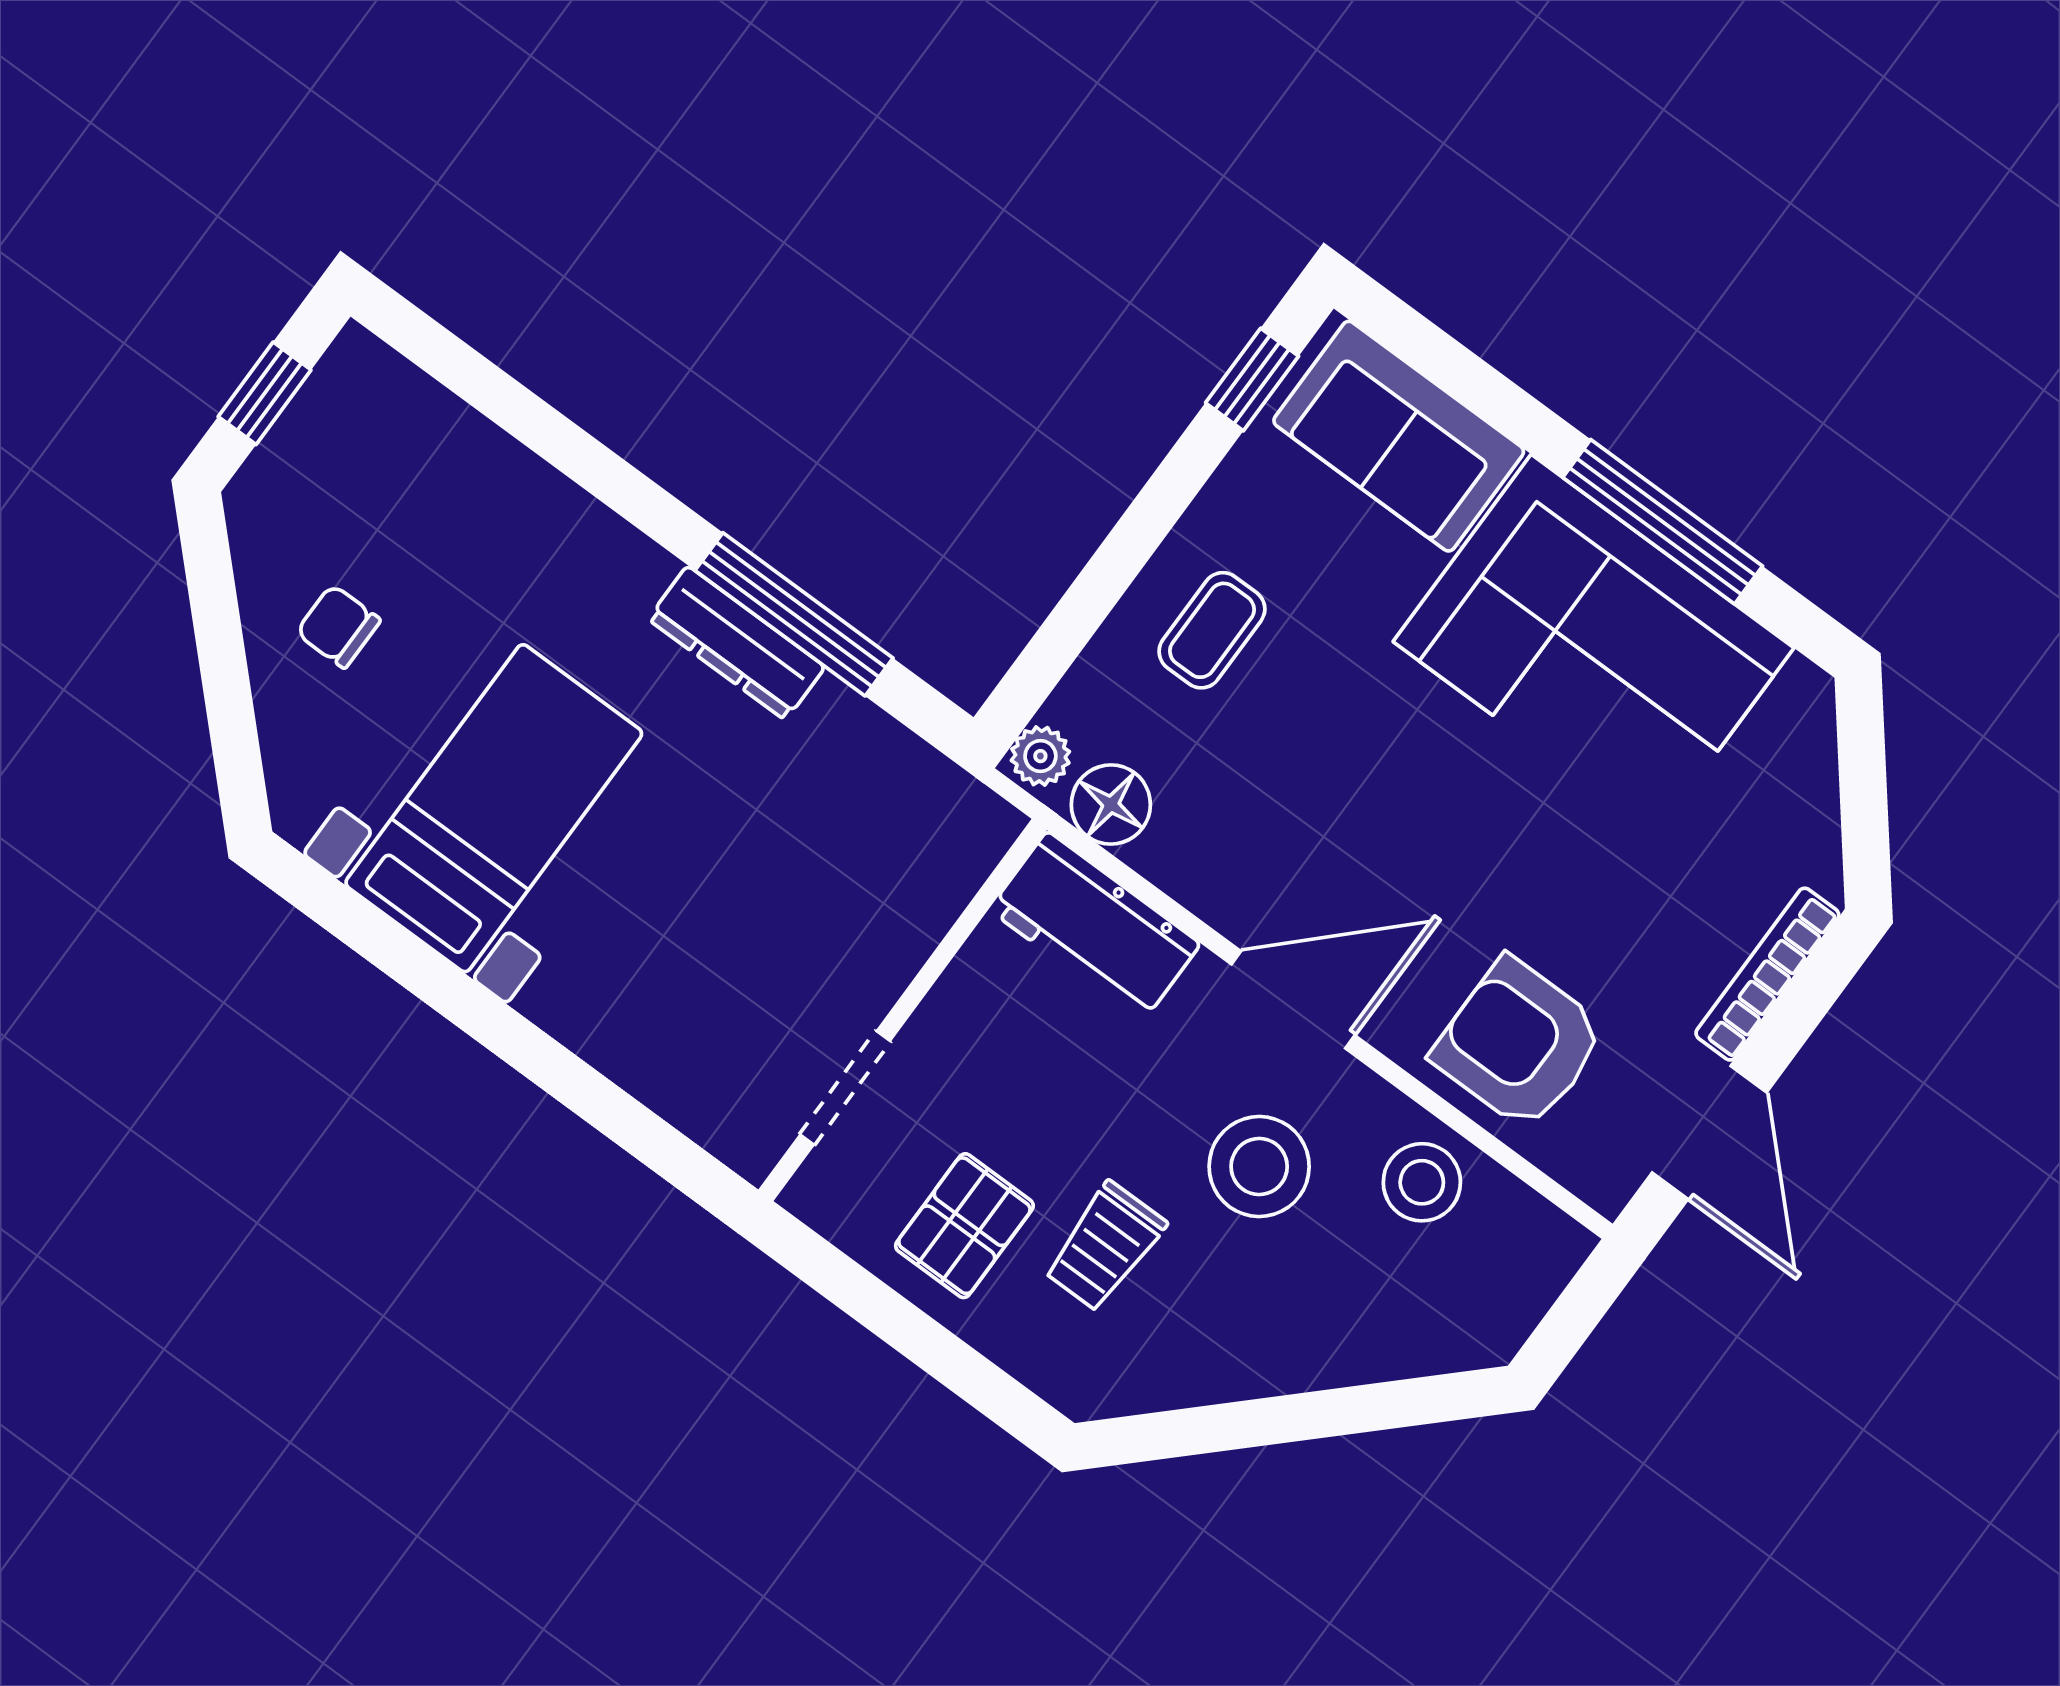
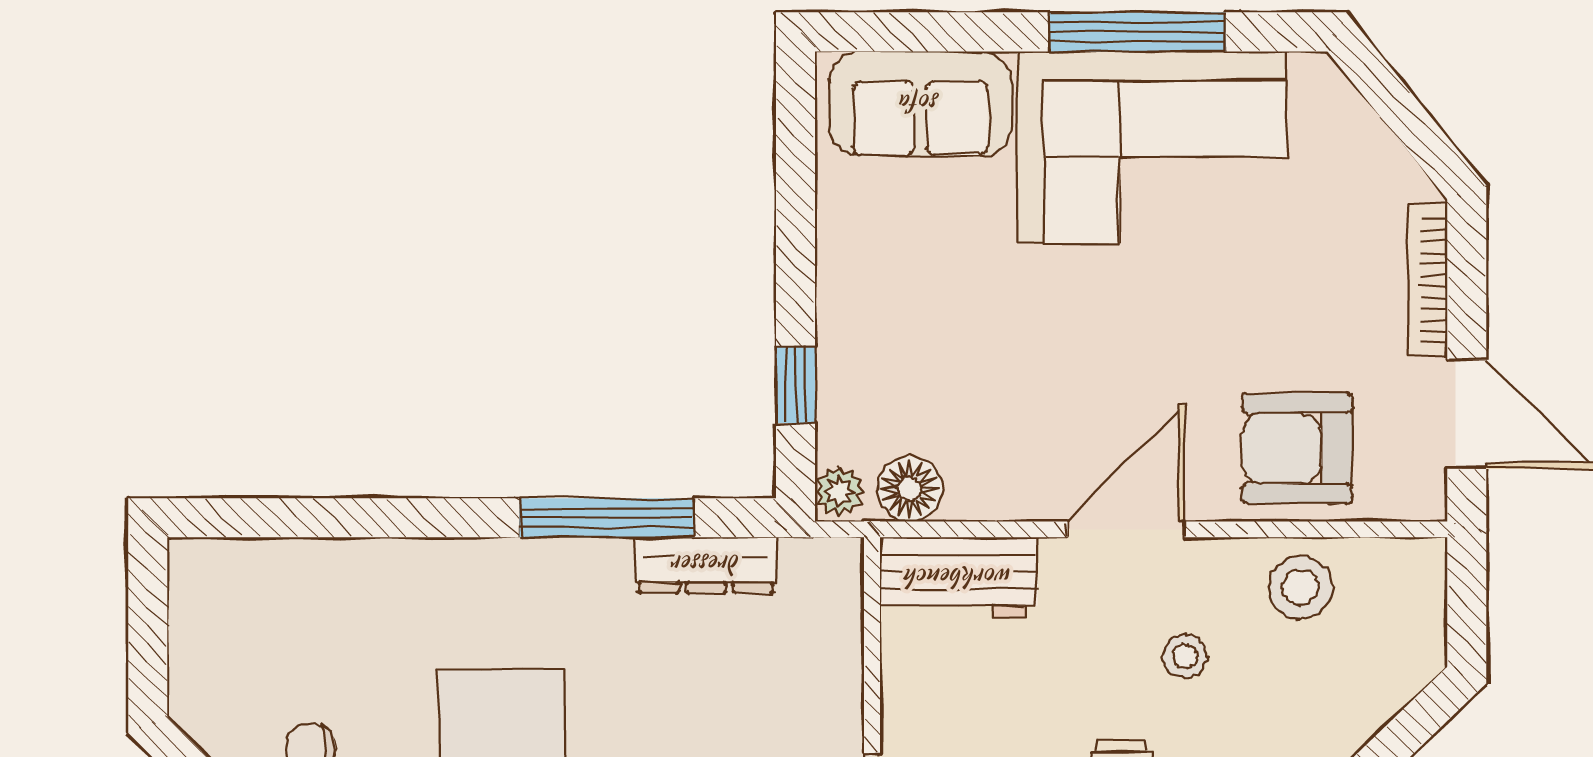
window: (1252, 379) -> (796, 385), moved
window: (265, 393) -> (148, 630), removed
coffee table: (1212, 630) -> (892, 324), removed
dresser: (737, 643) -> (706, 565), moved
stool: (1259, 1167) -> (1185, 657), width x0.53, depth x0.53

